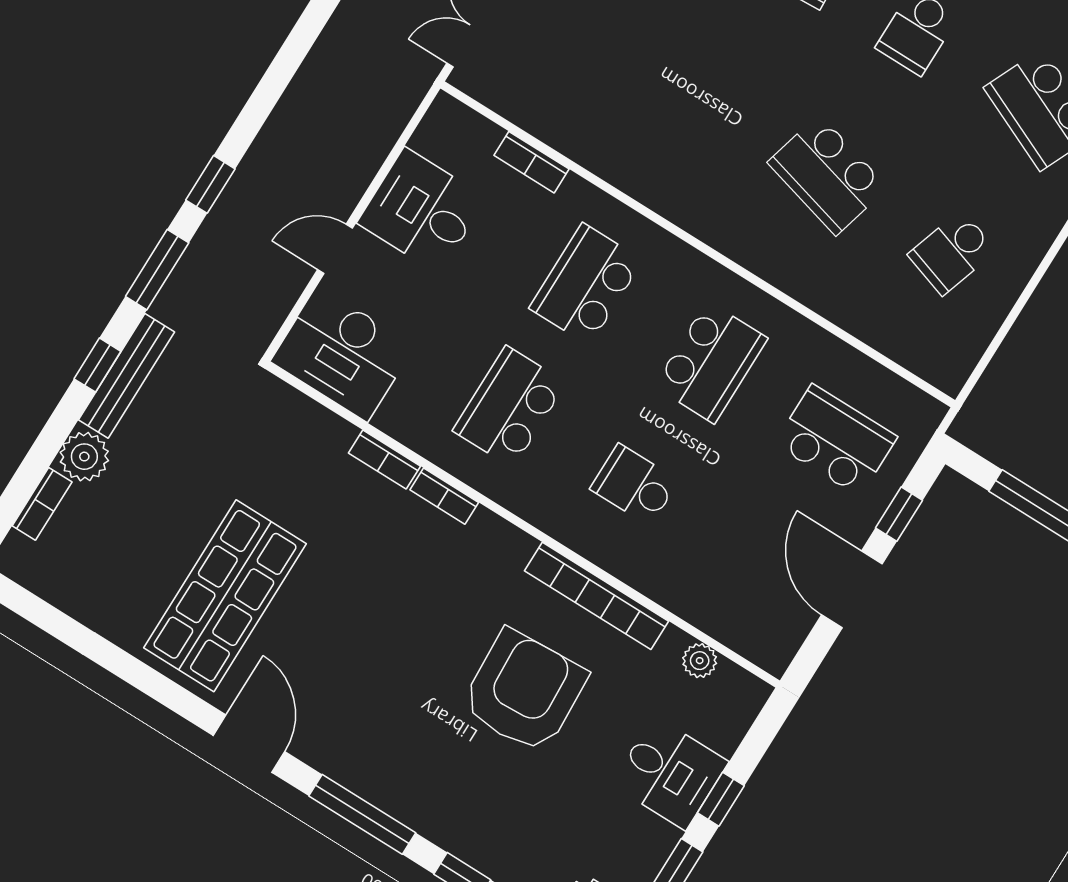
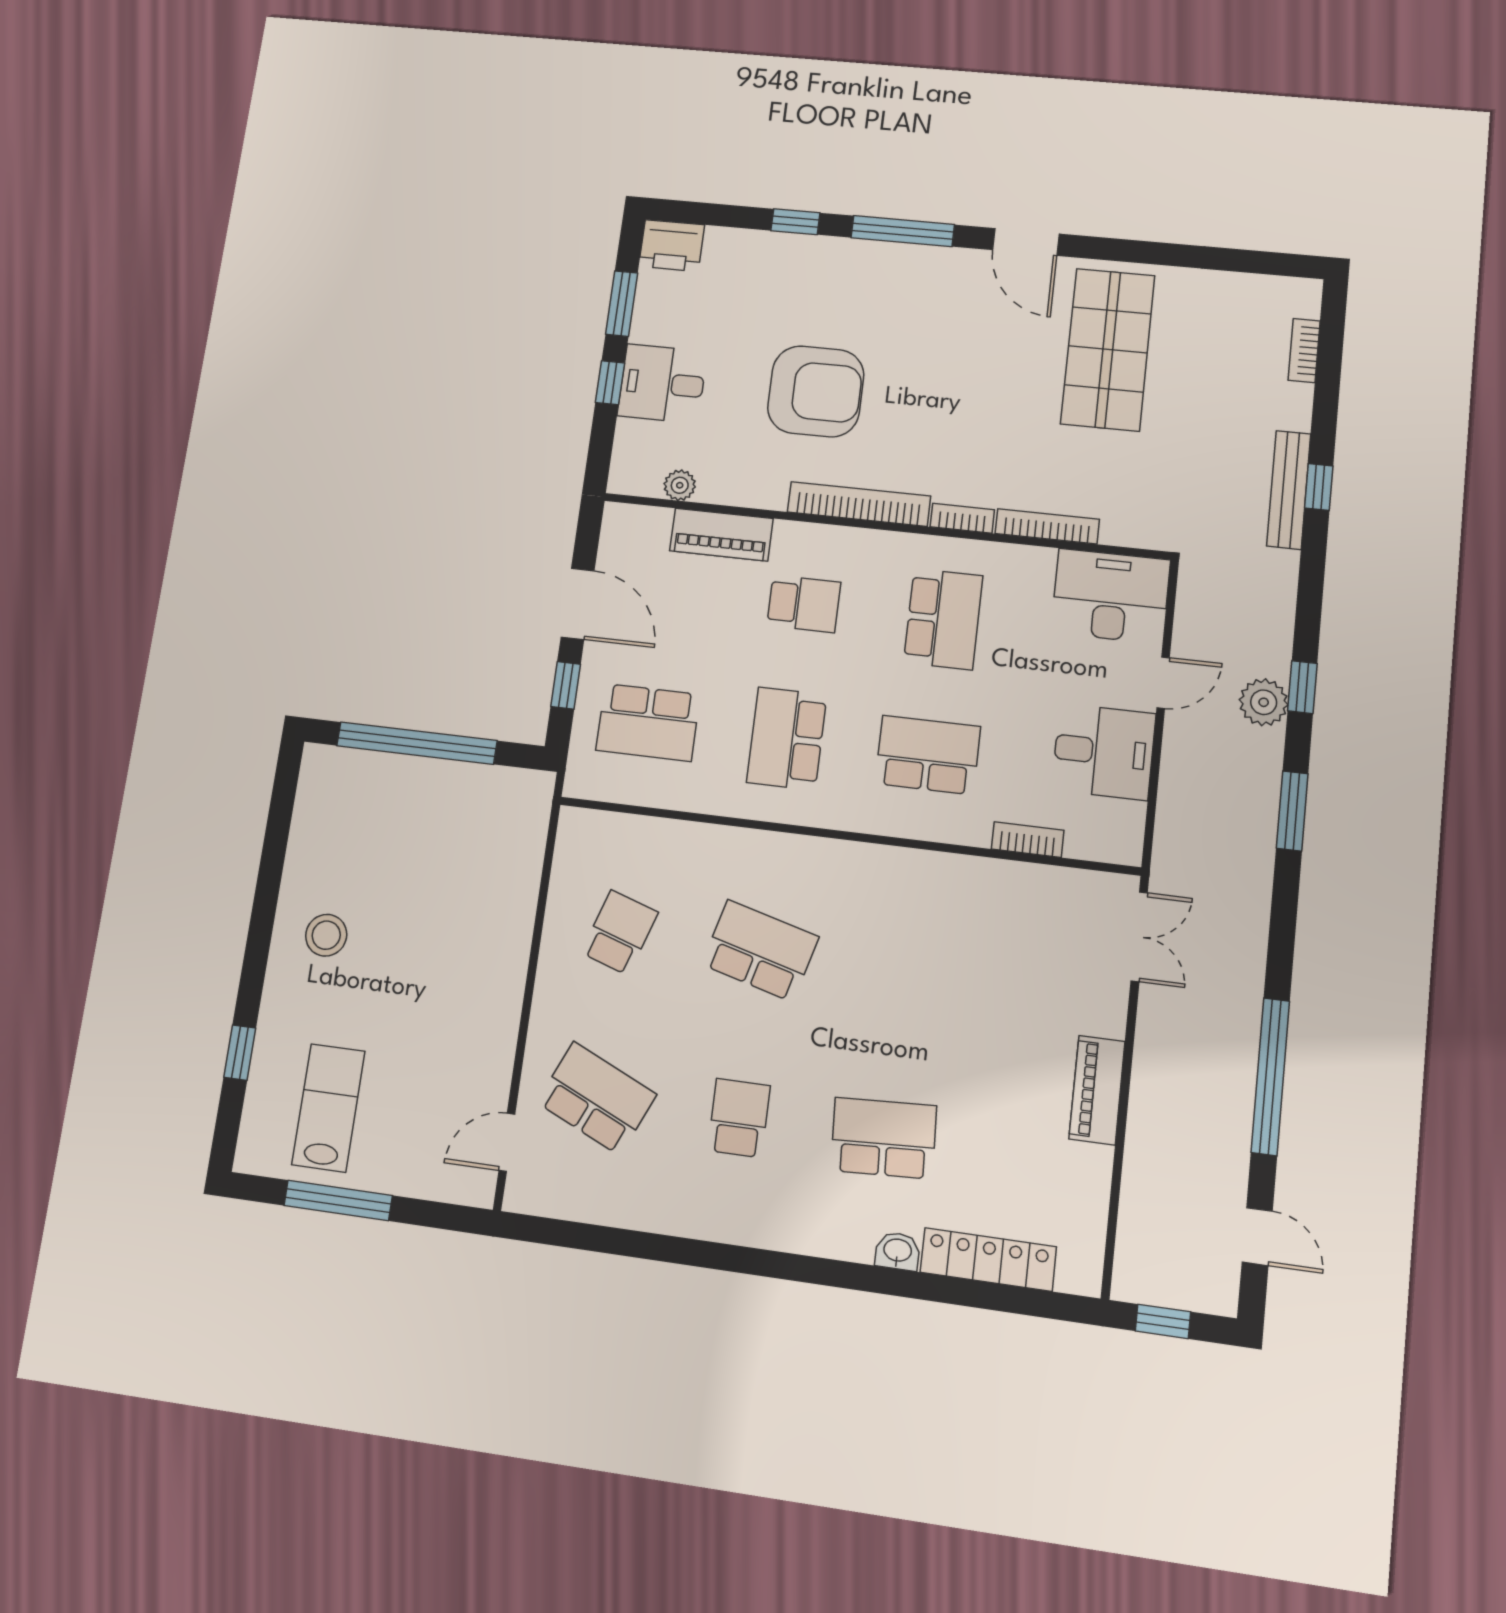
window: (157, 270) -> (1292, 811), moved
school desk: (586, 284) -> (928, 755), turned -90
plant: (84, 457) -> (1264, 702), moved
bookcase: (385, 460) -> (1047, 526), width x1.56
piano: (682, 591) -> (721, 535), added
bookcase: (597, 596) -> (859, 504), moved
armchair: (524, 691) -> (816, 391), turned -87

